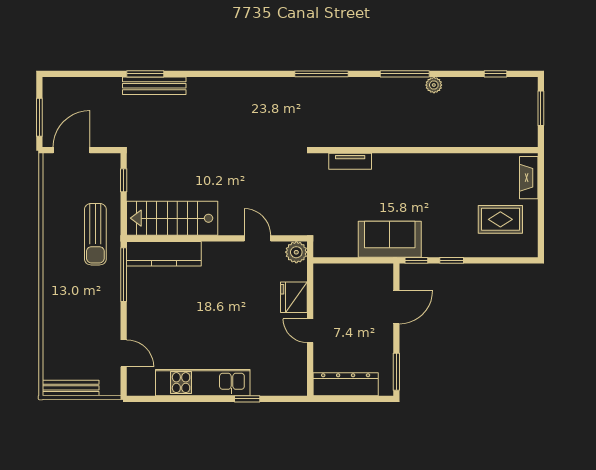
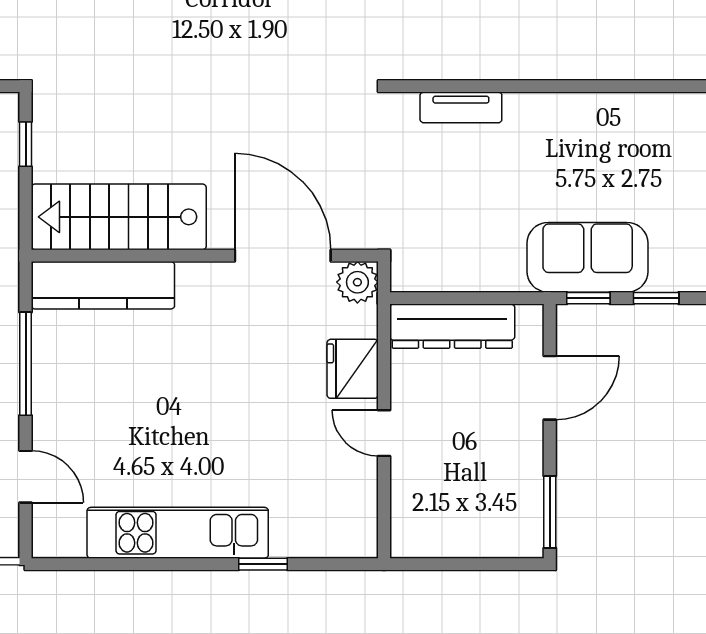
door: (257, 238) -> (283, 256), width x1.88
sofa: (390, 239) -> (588, 257), moved
window: (124, 275) -> (26, 364), moved
dresser: (346, 384) -> (452, 326), moved, turned 180

